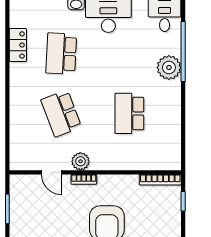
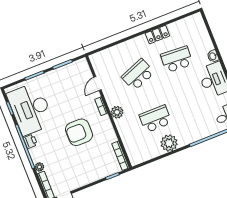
locker: (18, 45) -> (157, 35), moved
plant: (169, 68) -> (169, 143), moved
plant: (80, 161) -> (117, 112), moved

